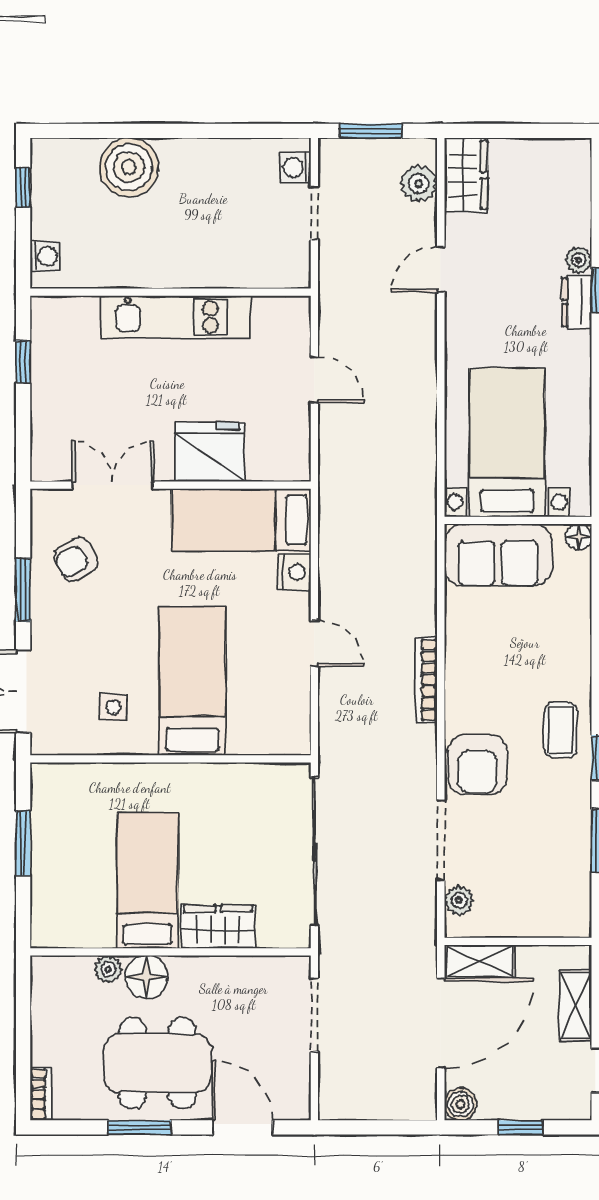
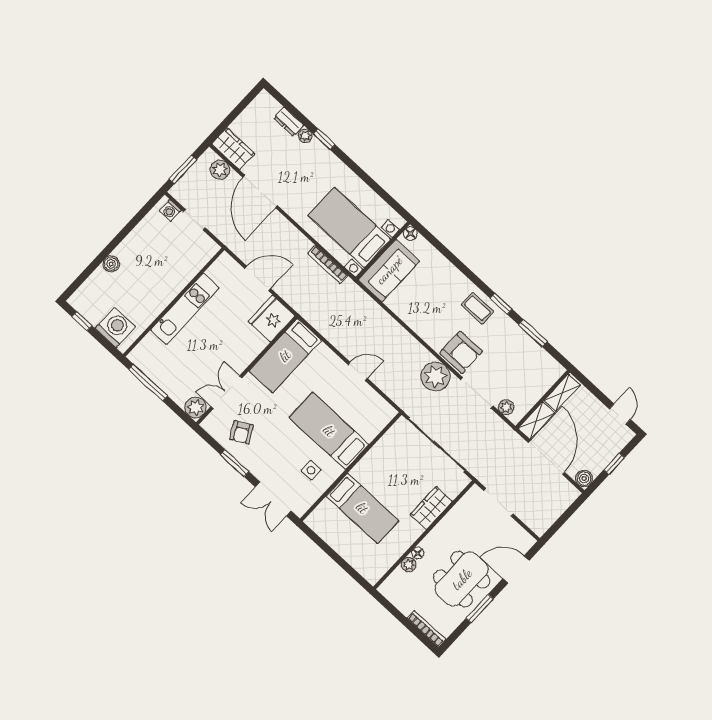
boiler: (129, 167) -> (111, 264), width x0.54, depth x0.54
washing machine: (45, 256) -> (115, 328), width x1.89, depth x1.89
door: (441, 269) -> (260, 192), width x1.88
dresser: (577, 302) -> (289, 122), moved
window: (23, 362) -> (148, 383), width x2.17
door: (314, 380) -> (258, 278), width x1.38
fridge: (210, 452) -> (271, 319), moved
plant: (50, 461) -> (195, 407), added
nightstand: (294, 572) -> (324, 354), removed
bookcase: (426, 680) -> (328, 265), moved
plant: (409, 760) -> (435, 377), added
window: (23, 843) -> (331, 552), removed
bed: (148, 881) -> (362, 508), moved, turned 180
floor lamp: (146, 977) -> (418, 553), width x0.53, depth x0.53
shelving: (576, 1005) -> (562, 393), moved, turned 90
bookcase: (41, 1094) -> (426, 629), width x1.56

